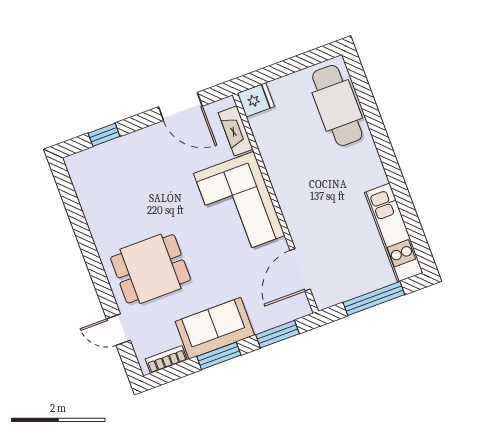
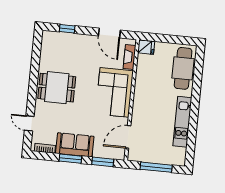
kitchen unit: (394, 233) -> (182, 122), moved
dining table: (151, 269) -> (57, 88), moved

